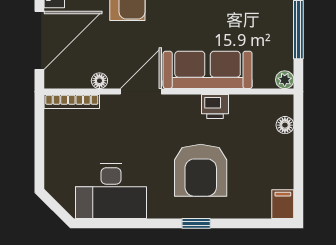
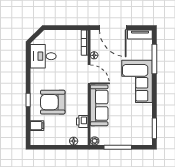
printer: (215, 107) -> (82, 122), moved
desk: (111, 191) -> (43, 56), width x0.73
filing cabinet: (283, 204) -> (37, 126), moved

